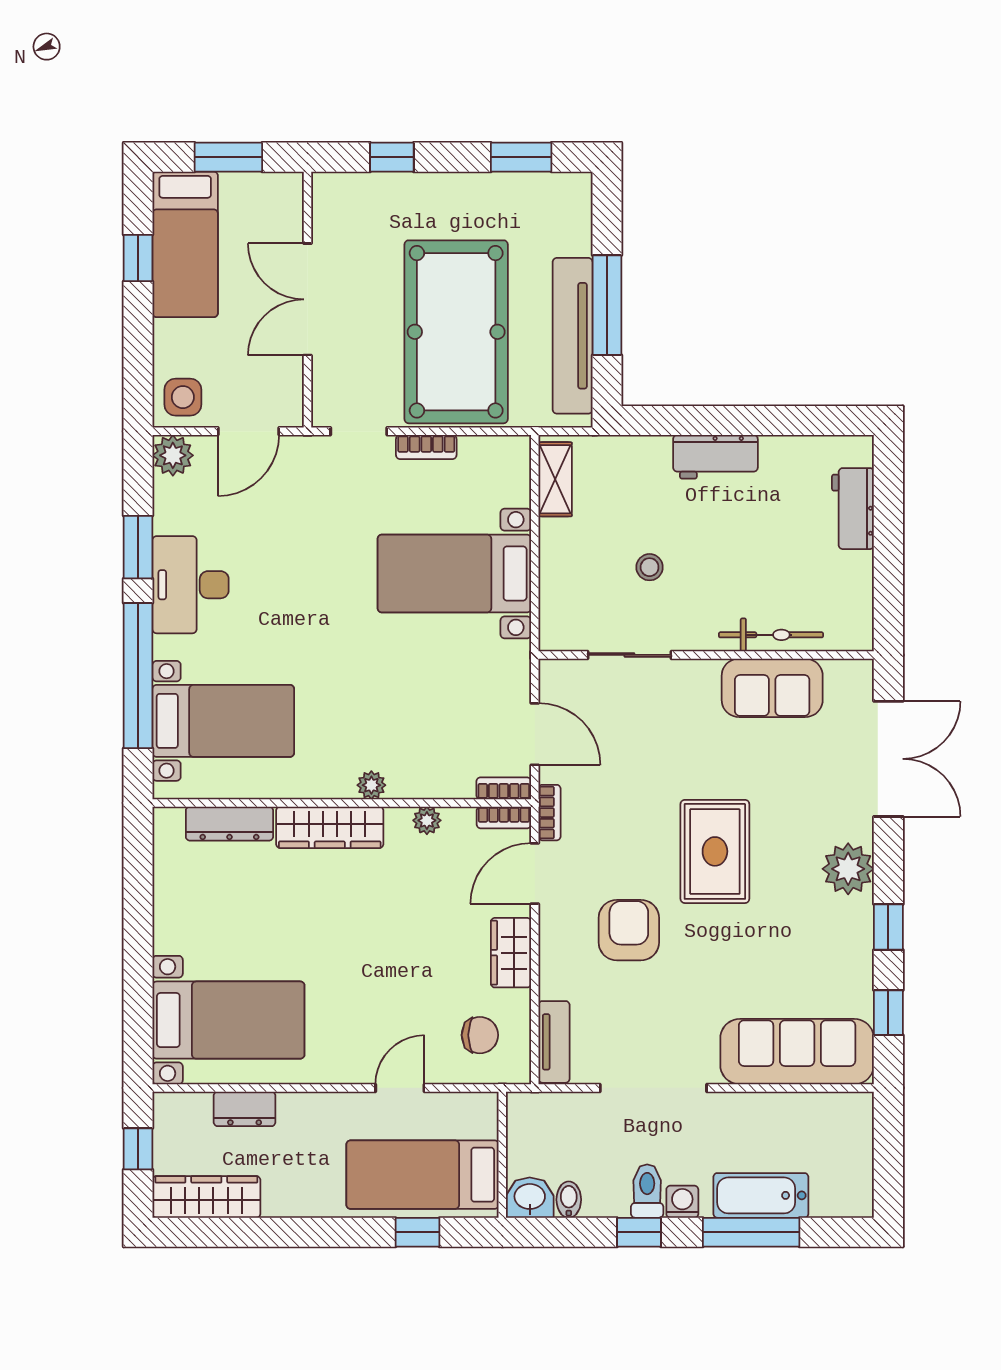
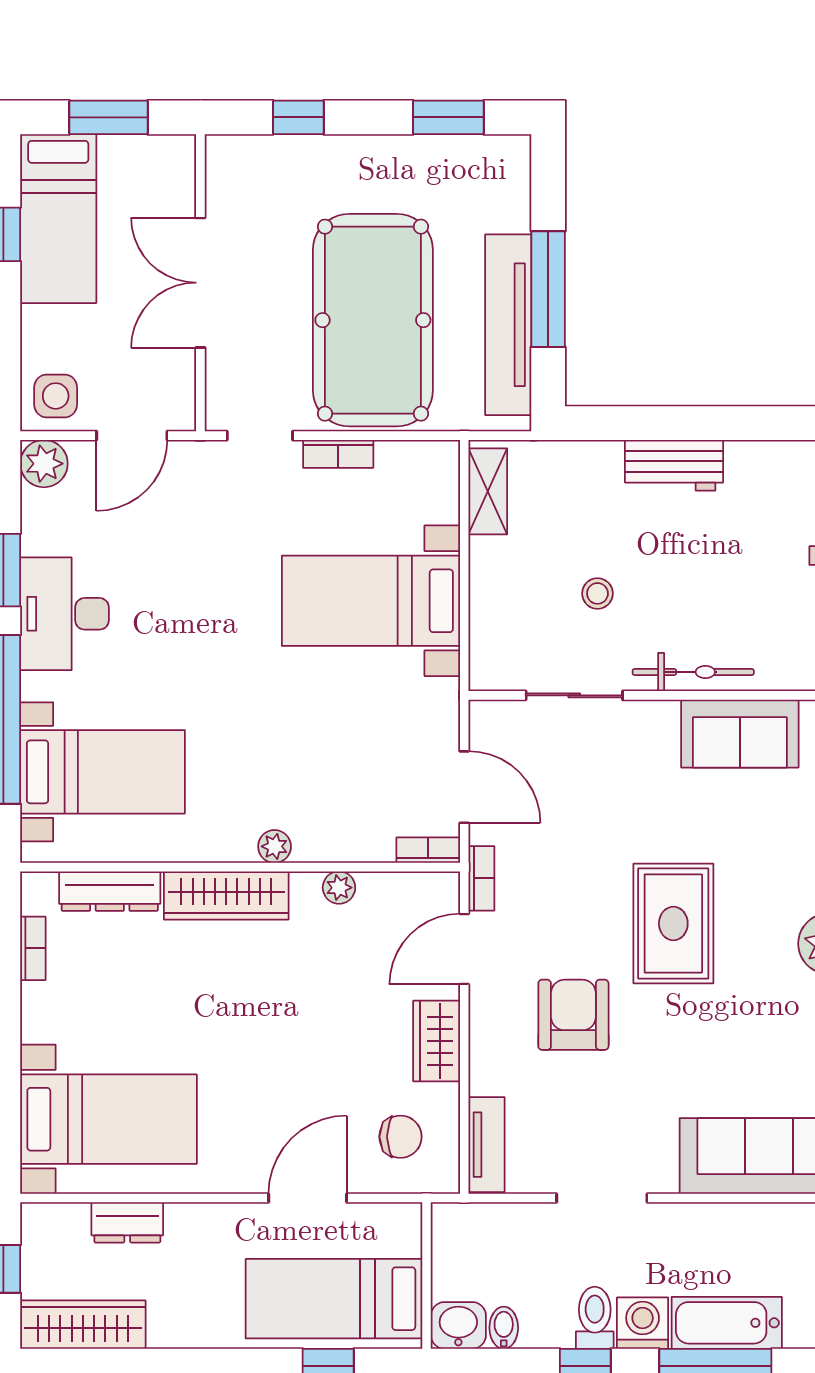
bicycle: (771, 635) -> (693, 672), moved
bookcase: (504, 817) -> (33, 948), moved, turned -90
door: (400, 1088) -> (308, 1198), width x1.38
doorway: (653, 1088) -> (602, 1198), width x0.73
washing machine: (682, 1202) -> (643, 1323), width x1.38, depth x1.38

